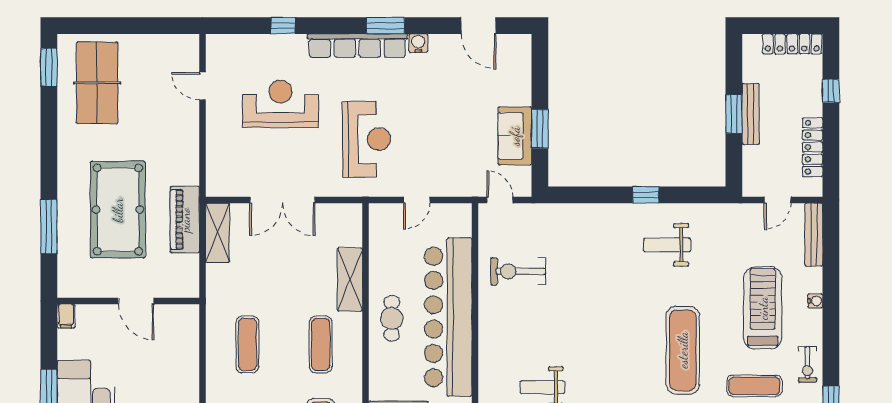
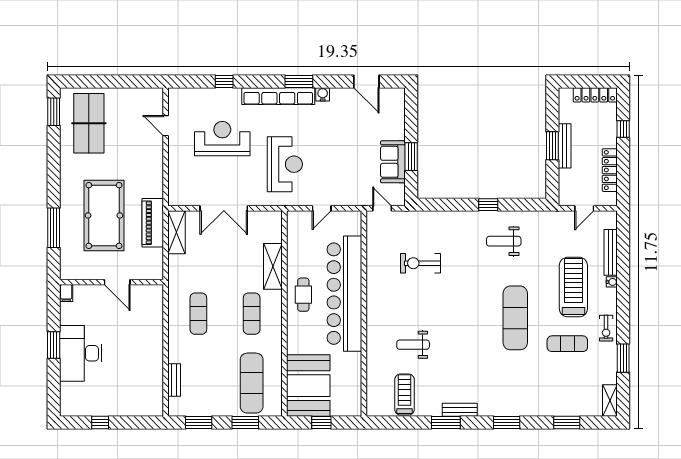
bench: (814, 235) -> (611, 252), moved
exercise bike: (518, 271) -> (420, 263), moved

